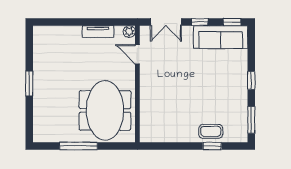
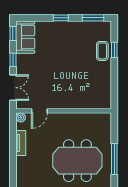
sofa: (221, 37) -> (25, 37), width x0.73
meeting table: (105, 110) -> (77, 161), moved

